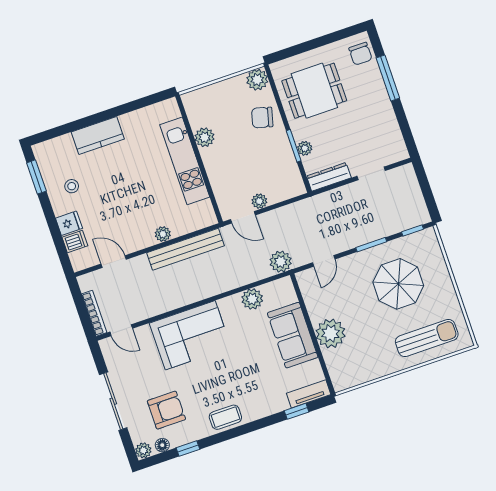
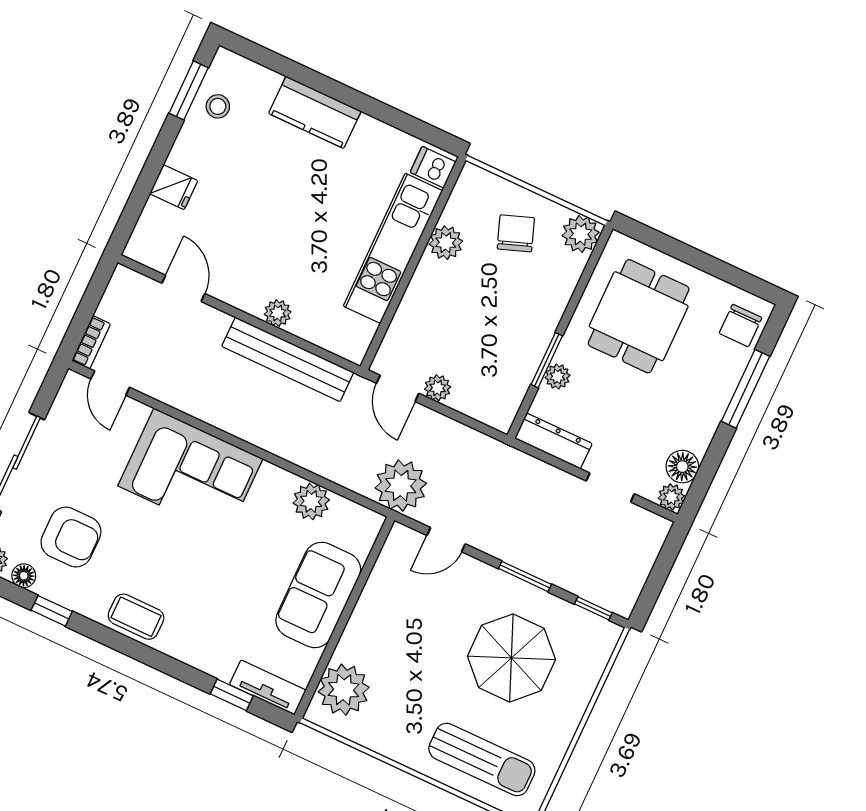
dining table: (314, 91) -> (639, 316), turned 90
chair: (262, 118) -> (516, 233), moved, turned 55
floor lamp: (393, 136) -> (682, 467), added
plant: (400, 153) -> (671, 497), added
stool: (72, 186) -> (218, 106), moved
dishwasher: (75, 242) -> (433, 167), moved, turned 180
plant: (281, 262) -> (401, 486), width x1.36, depth x1.36
bookcase: (94, 313) -> (91, 342), width x0.64
plant: (331, 333) -> (344, 690), moved

